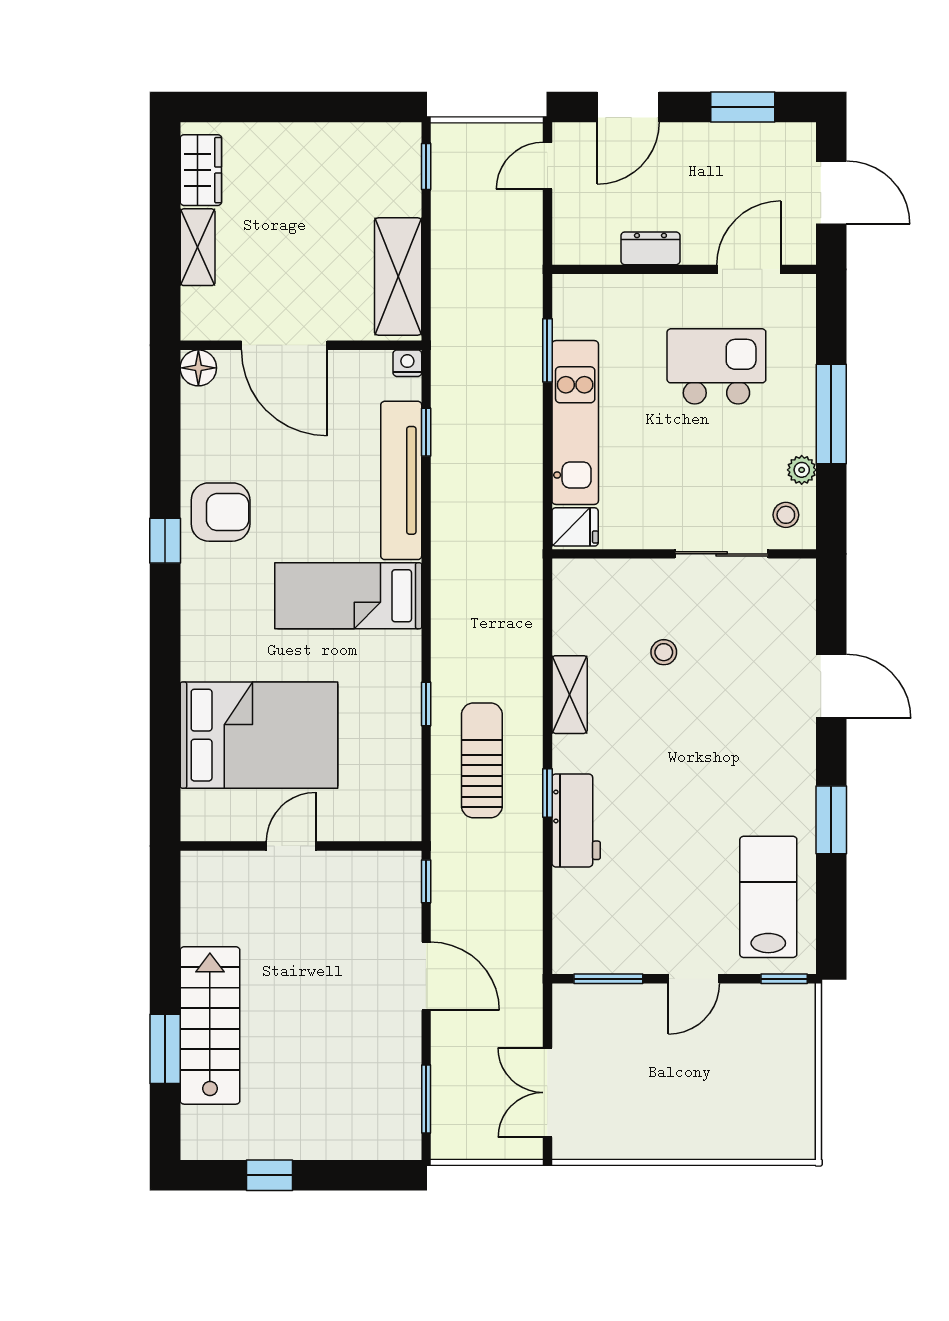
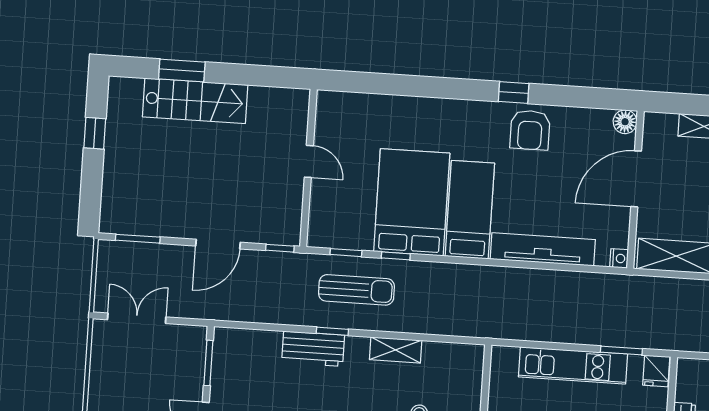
window: (426, 432) -> (346, 253), moved
fridge: (575, 527) -> (656, 371), moved
bed: (259, 735) -> (412, 202), moved, turned 180

